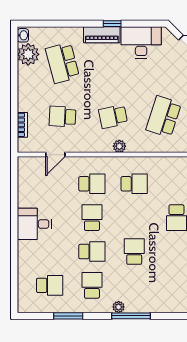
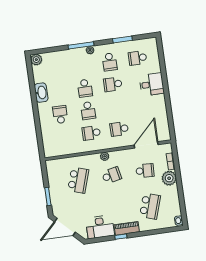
plant: (28, 54) -> (169, 178), moved
school desk: (62, 63) -> (150, 206), turned 33
door: (55, 155) -> (146, 145), width x1.88
school desk: (92, 218) -> (88, 111), moved
desk: (34, 224) -> (152, 84), moved

